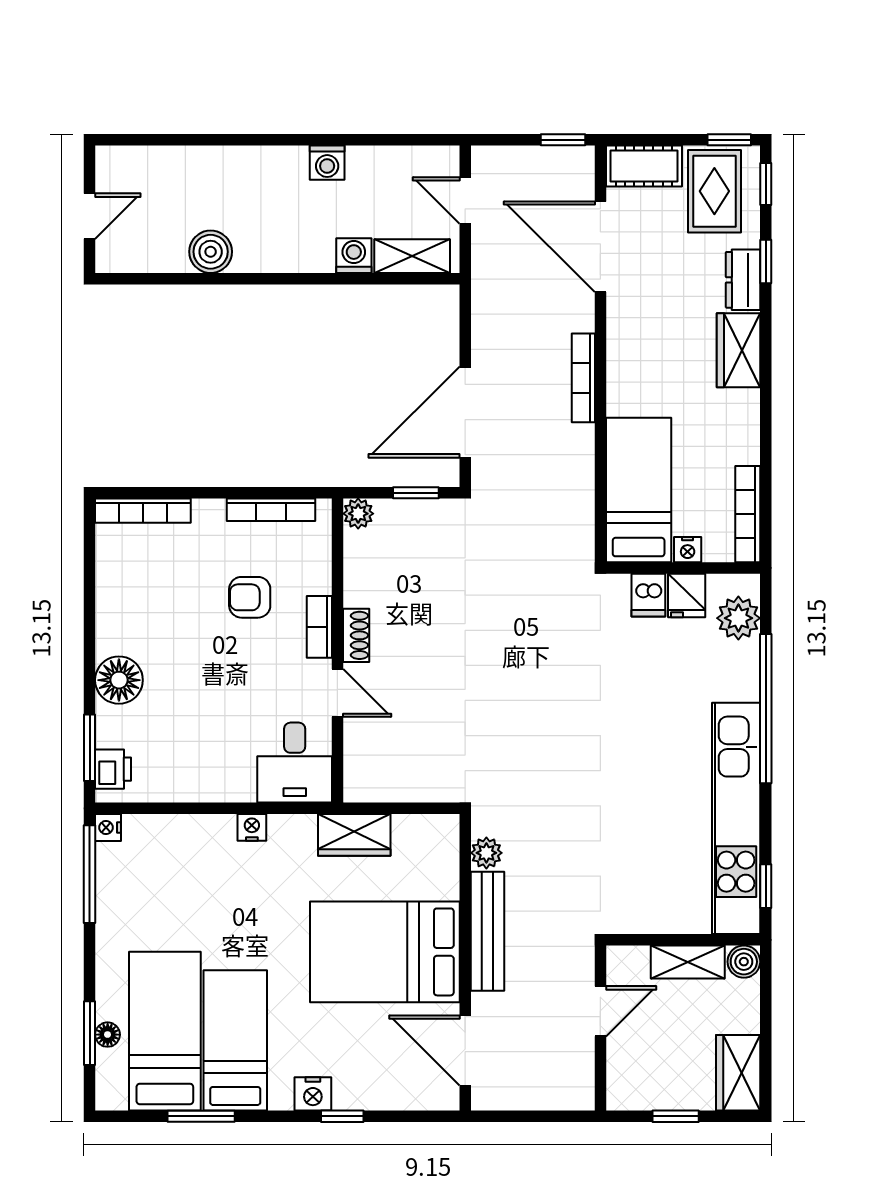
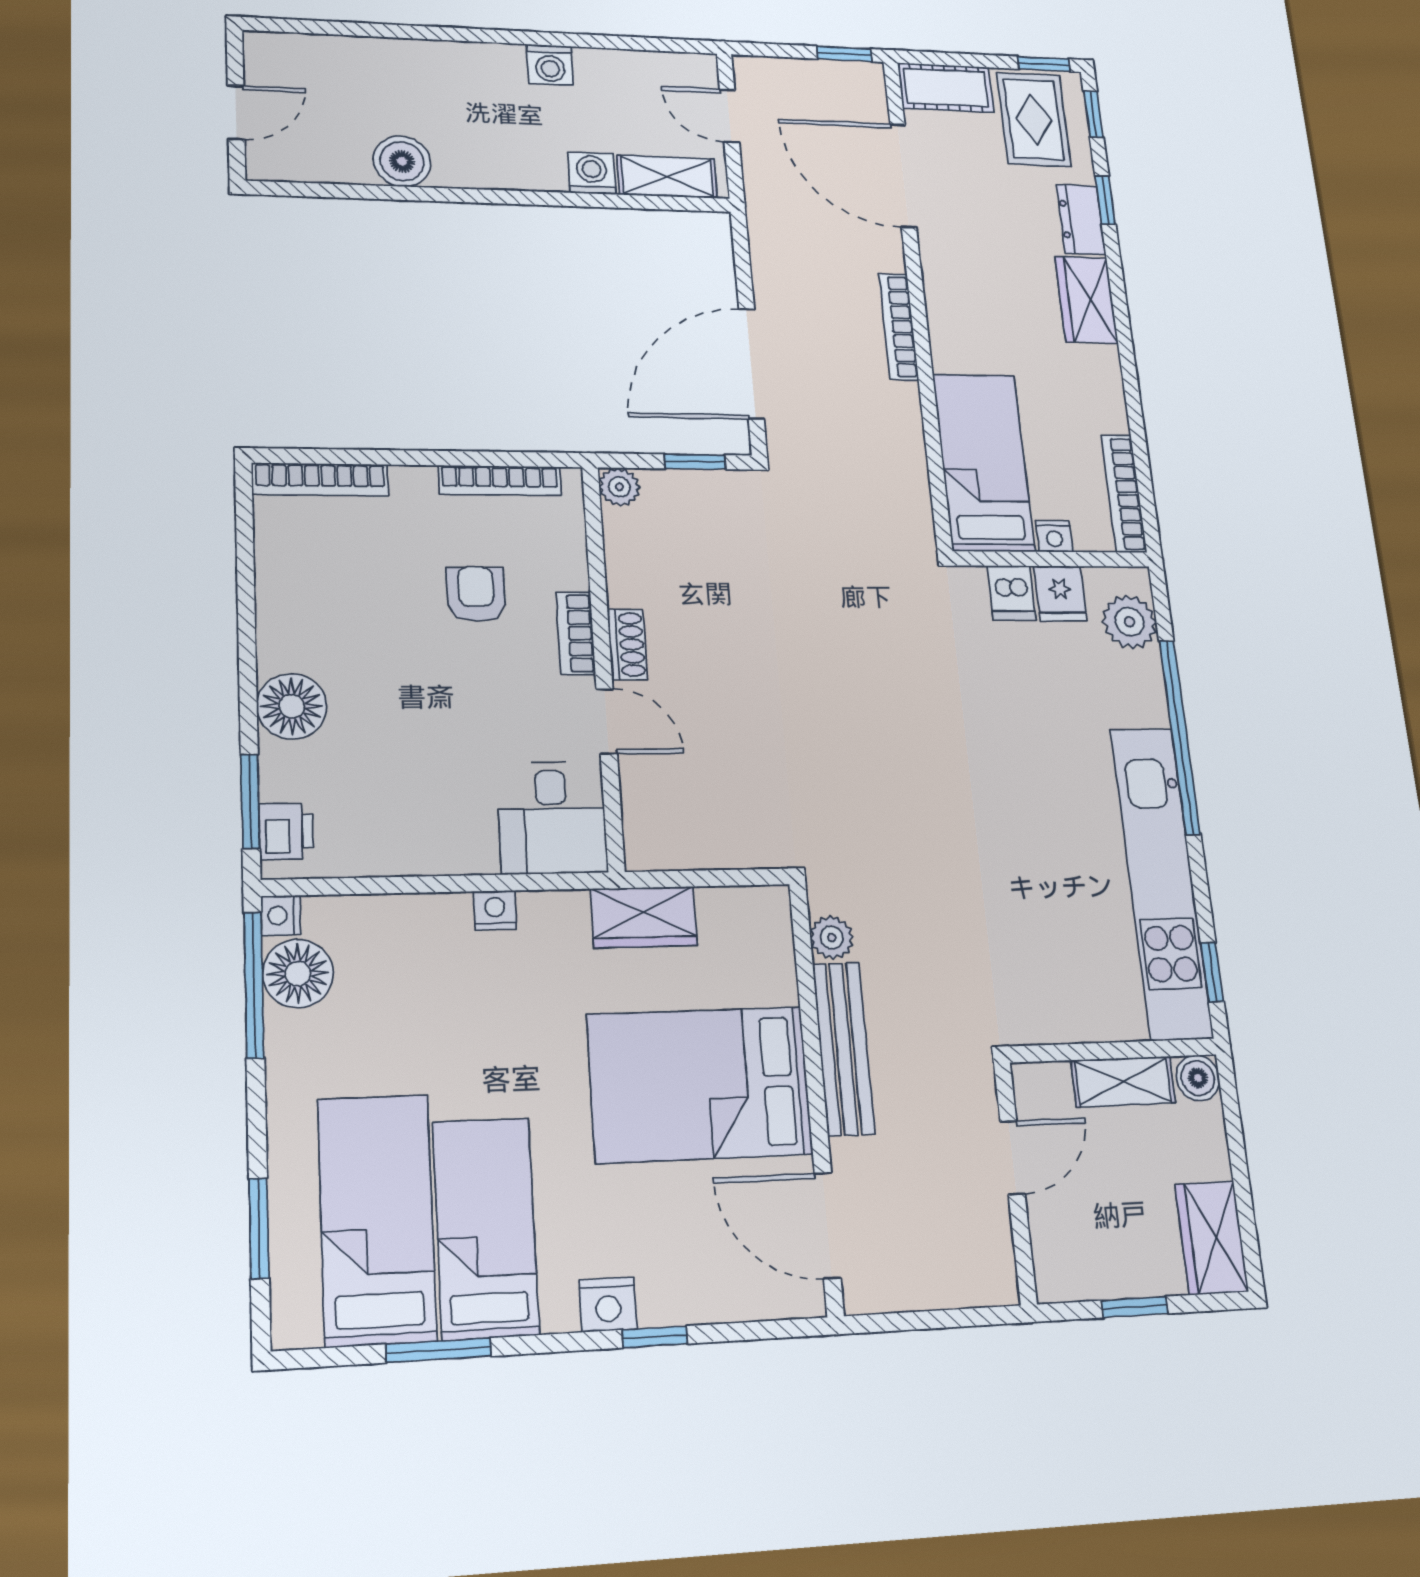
armchair: (250, 597) -> (476, 594), turned 90
floor lamp: (108, 1035) -> (298, 973), moved, width x1.89, depth x1.89

